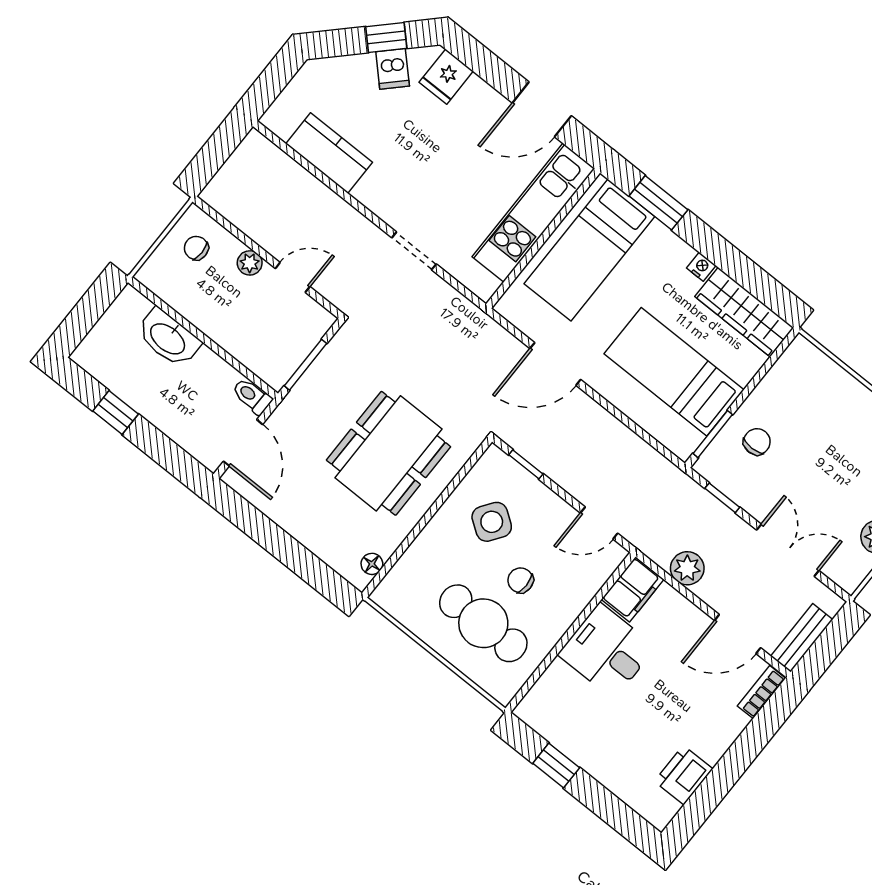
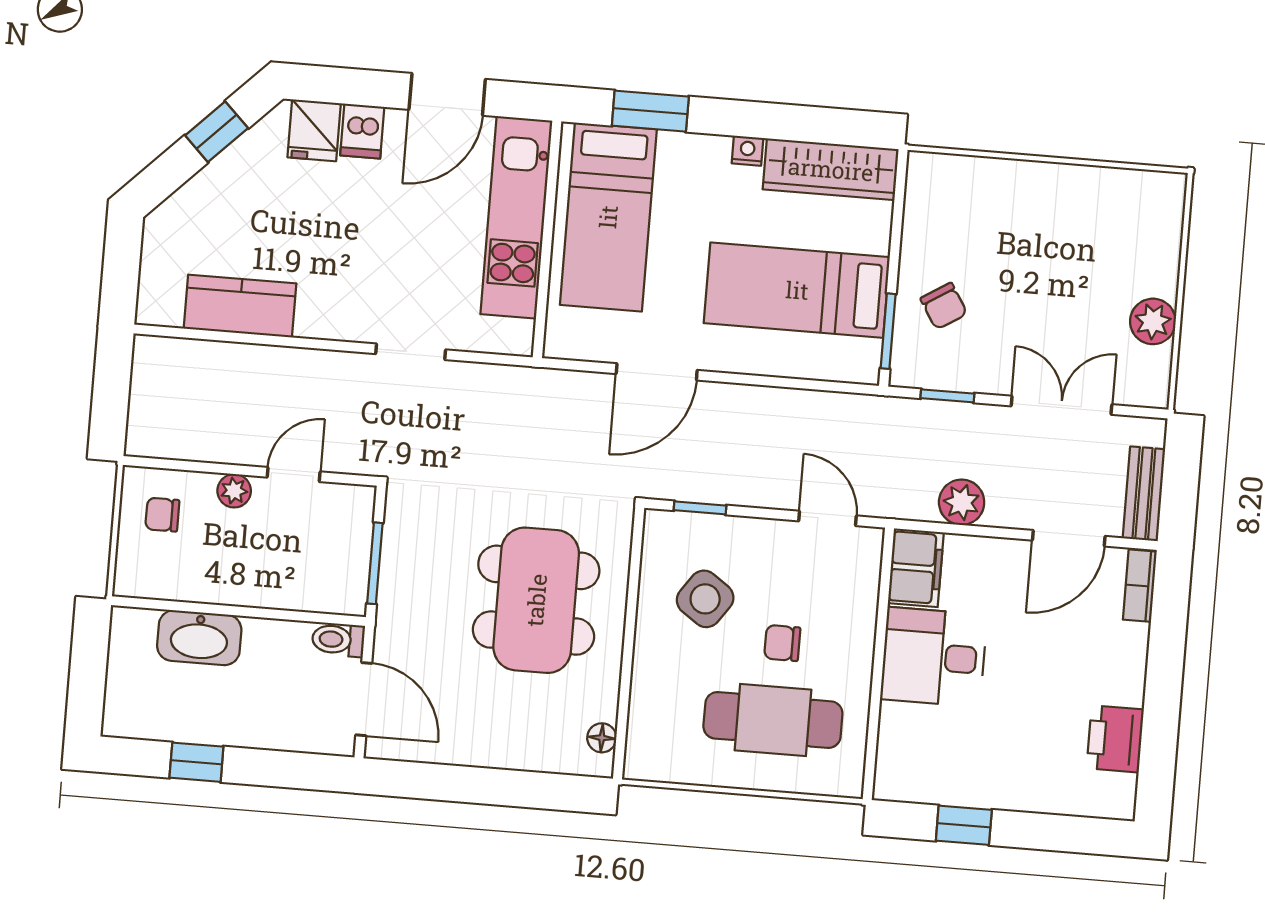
dishwasher: (393, 69) -> (362, 131), moved, turned 45
chair: (757, 442) -> (944, 306), turned 148
door: (599, 523) -> (827, 518), swing flipped

